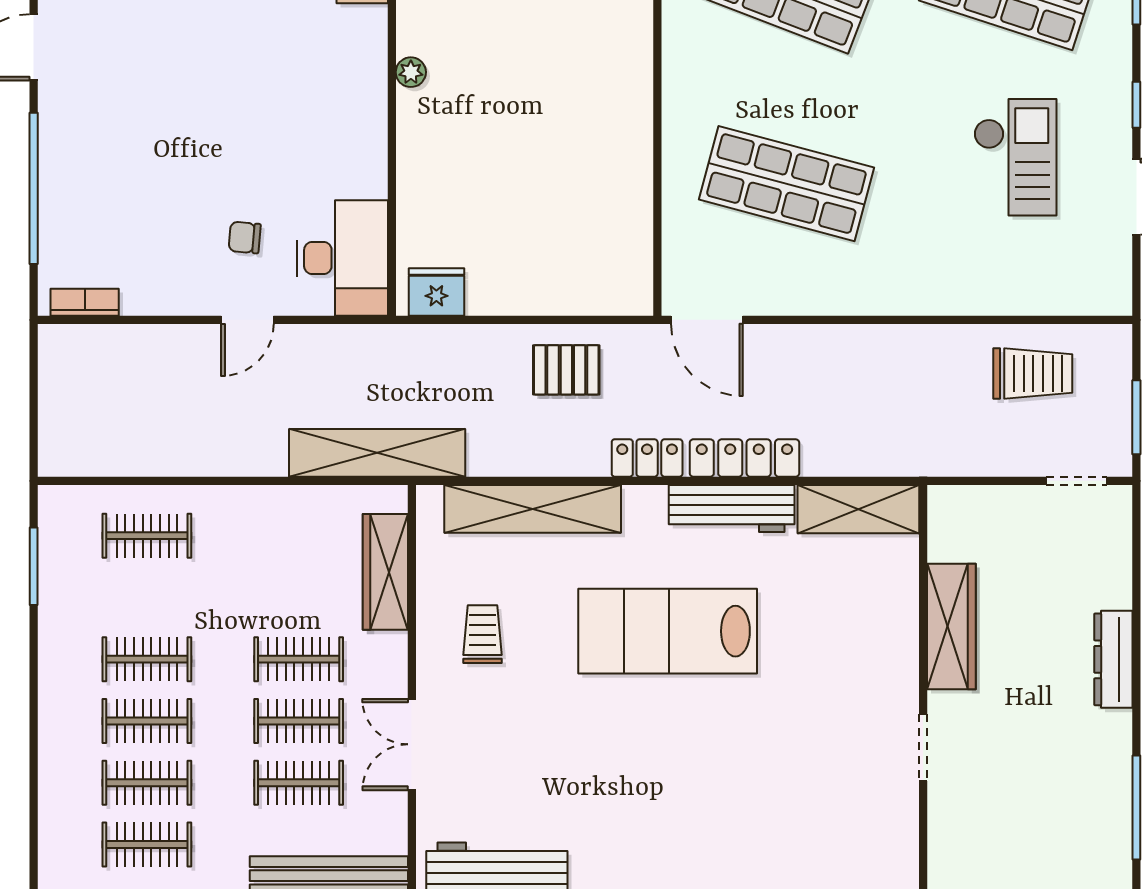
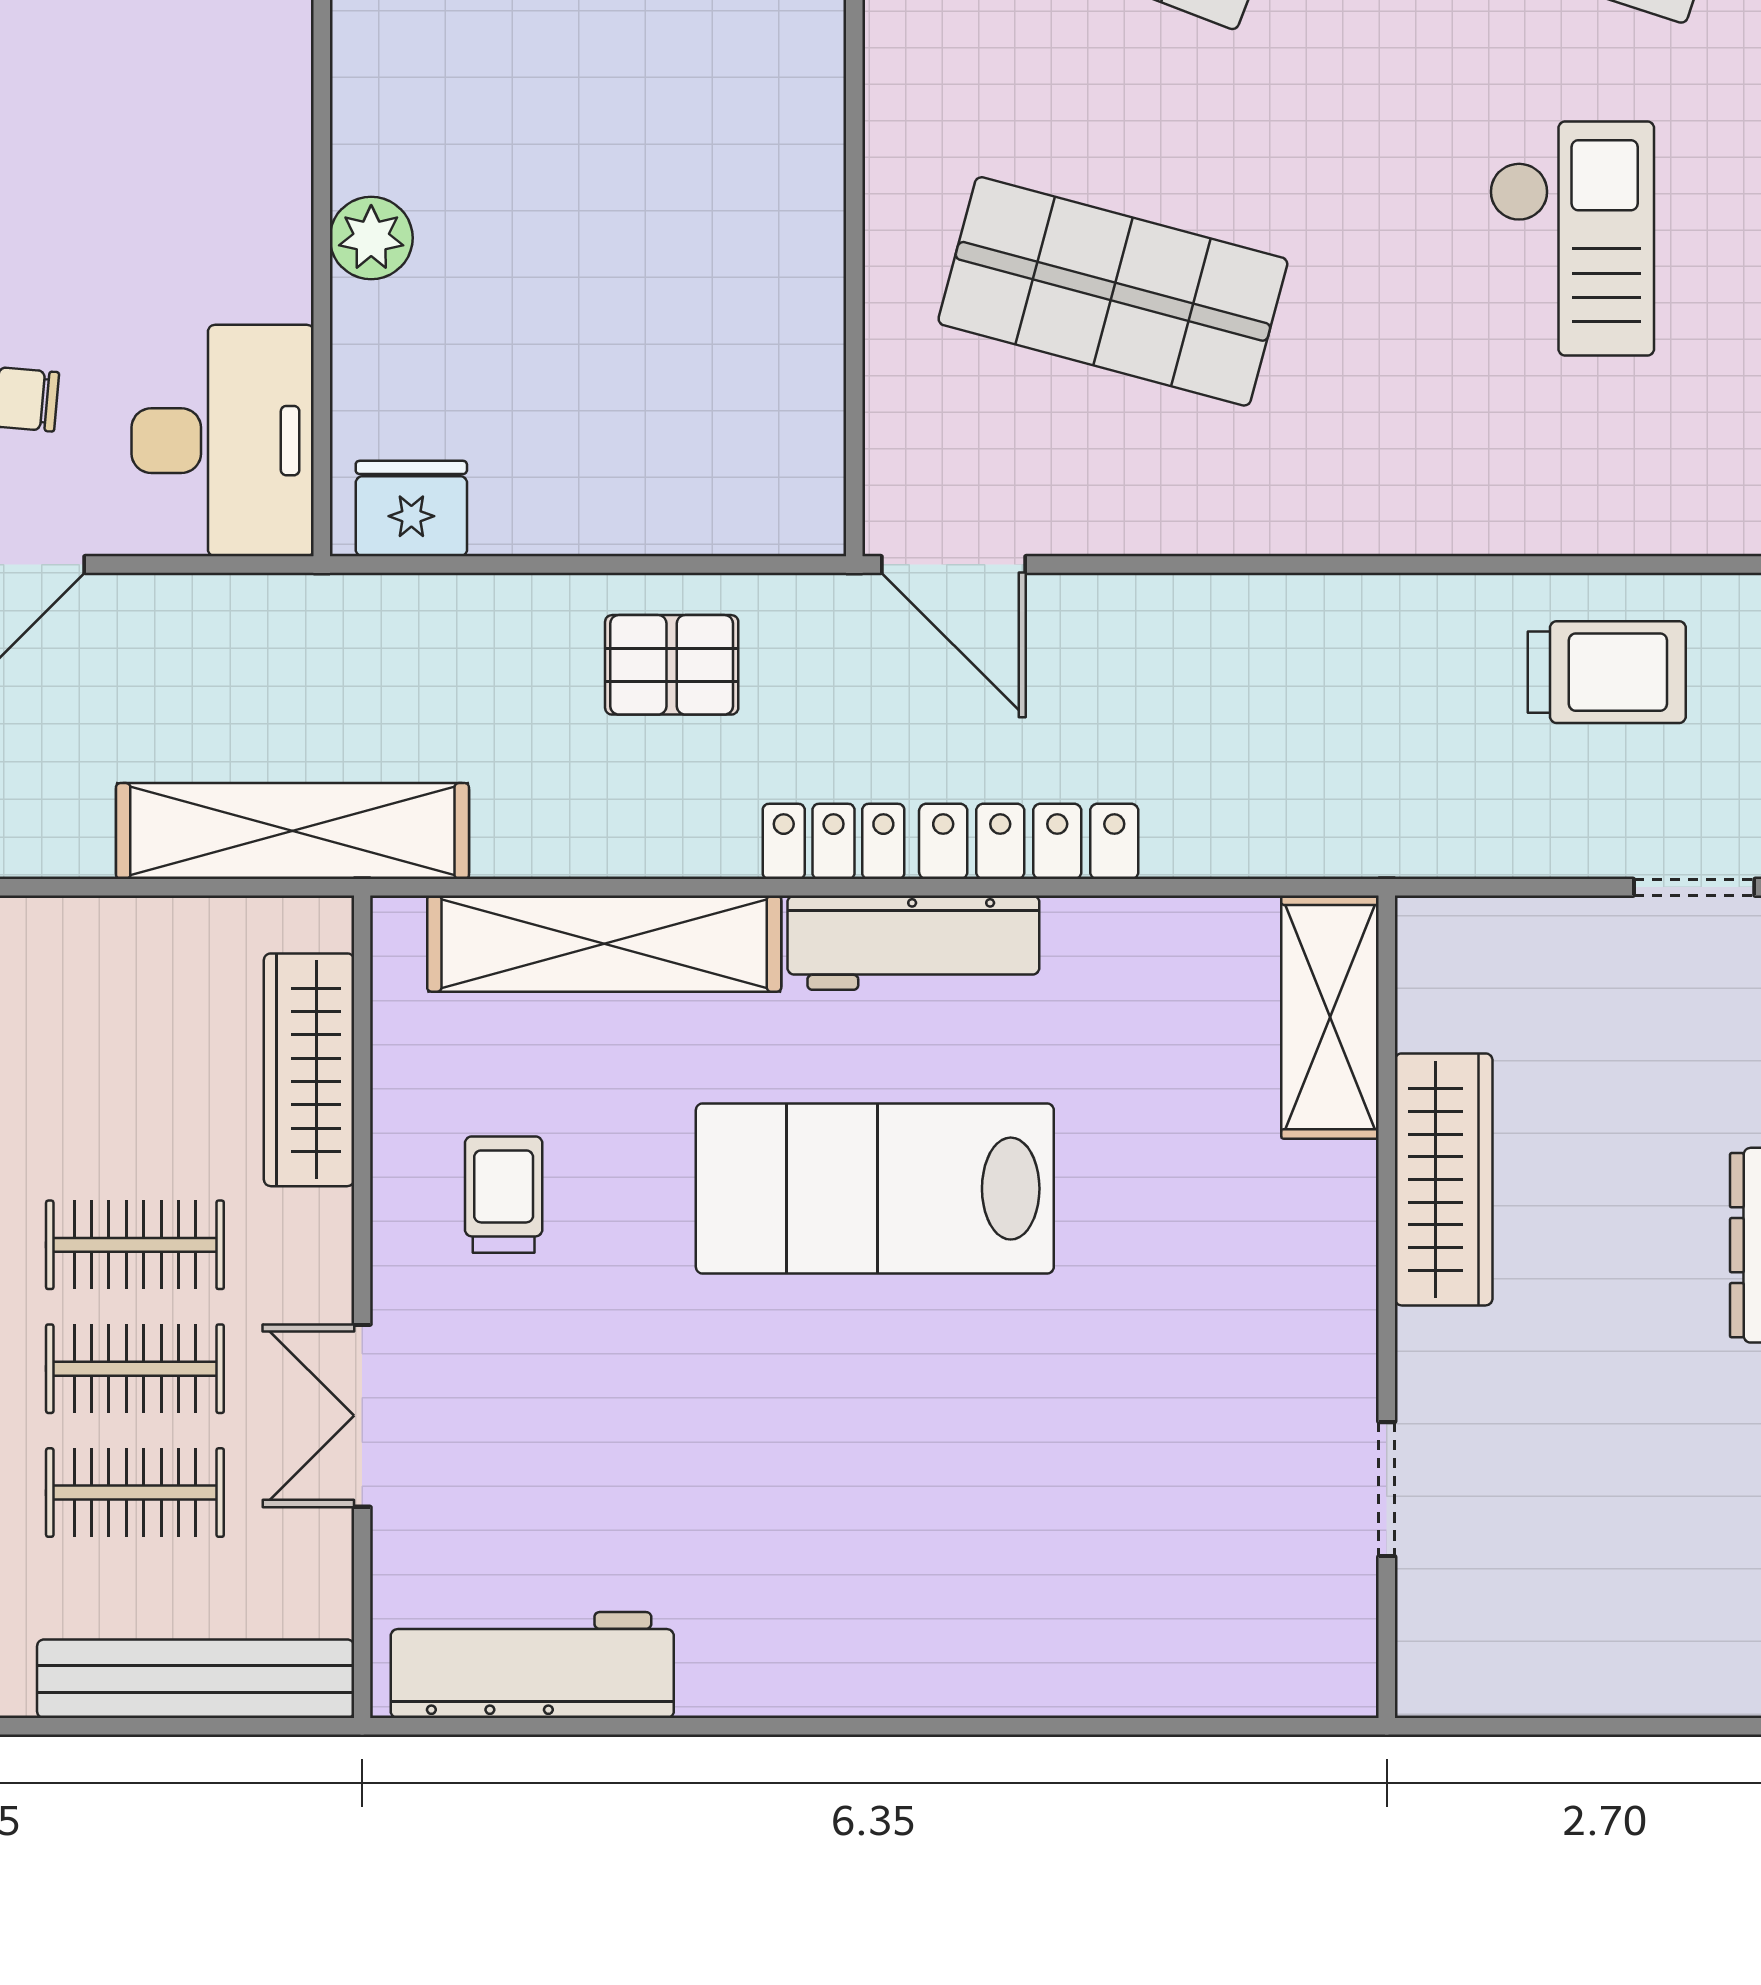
plant: (411, 72) -> (371, 238), moved, width x1.38, depth x1.38
workbench: (732, 508) -> (913, 943), moved
shelving: (858, 509) -> (1330, 1017), moved, turned 90
doorway: (923, 748) -> (1387, 1489), moved

